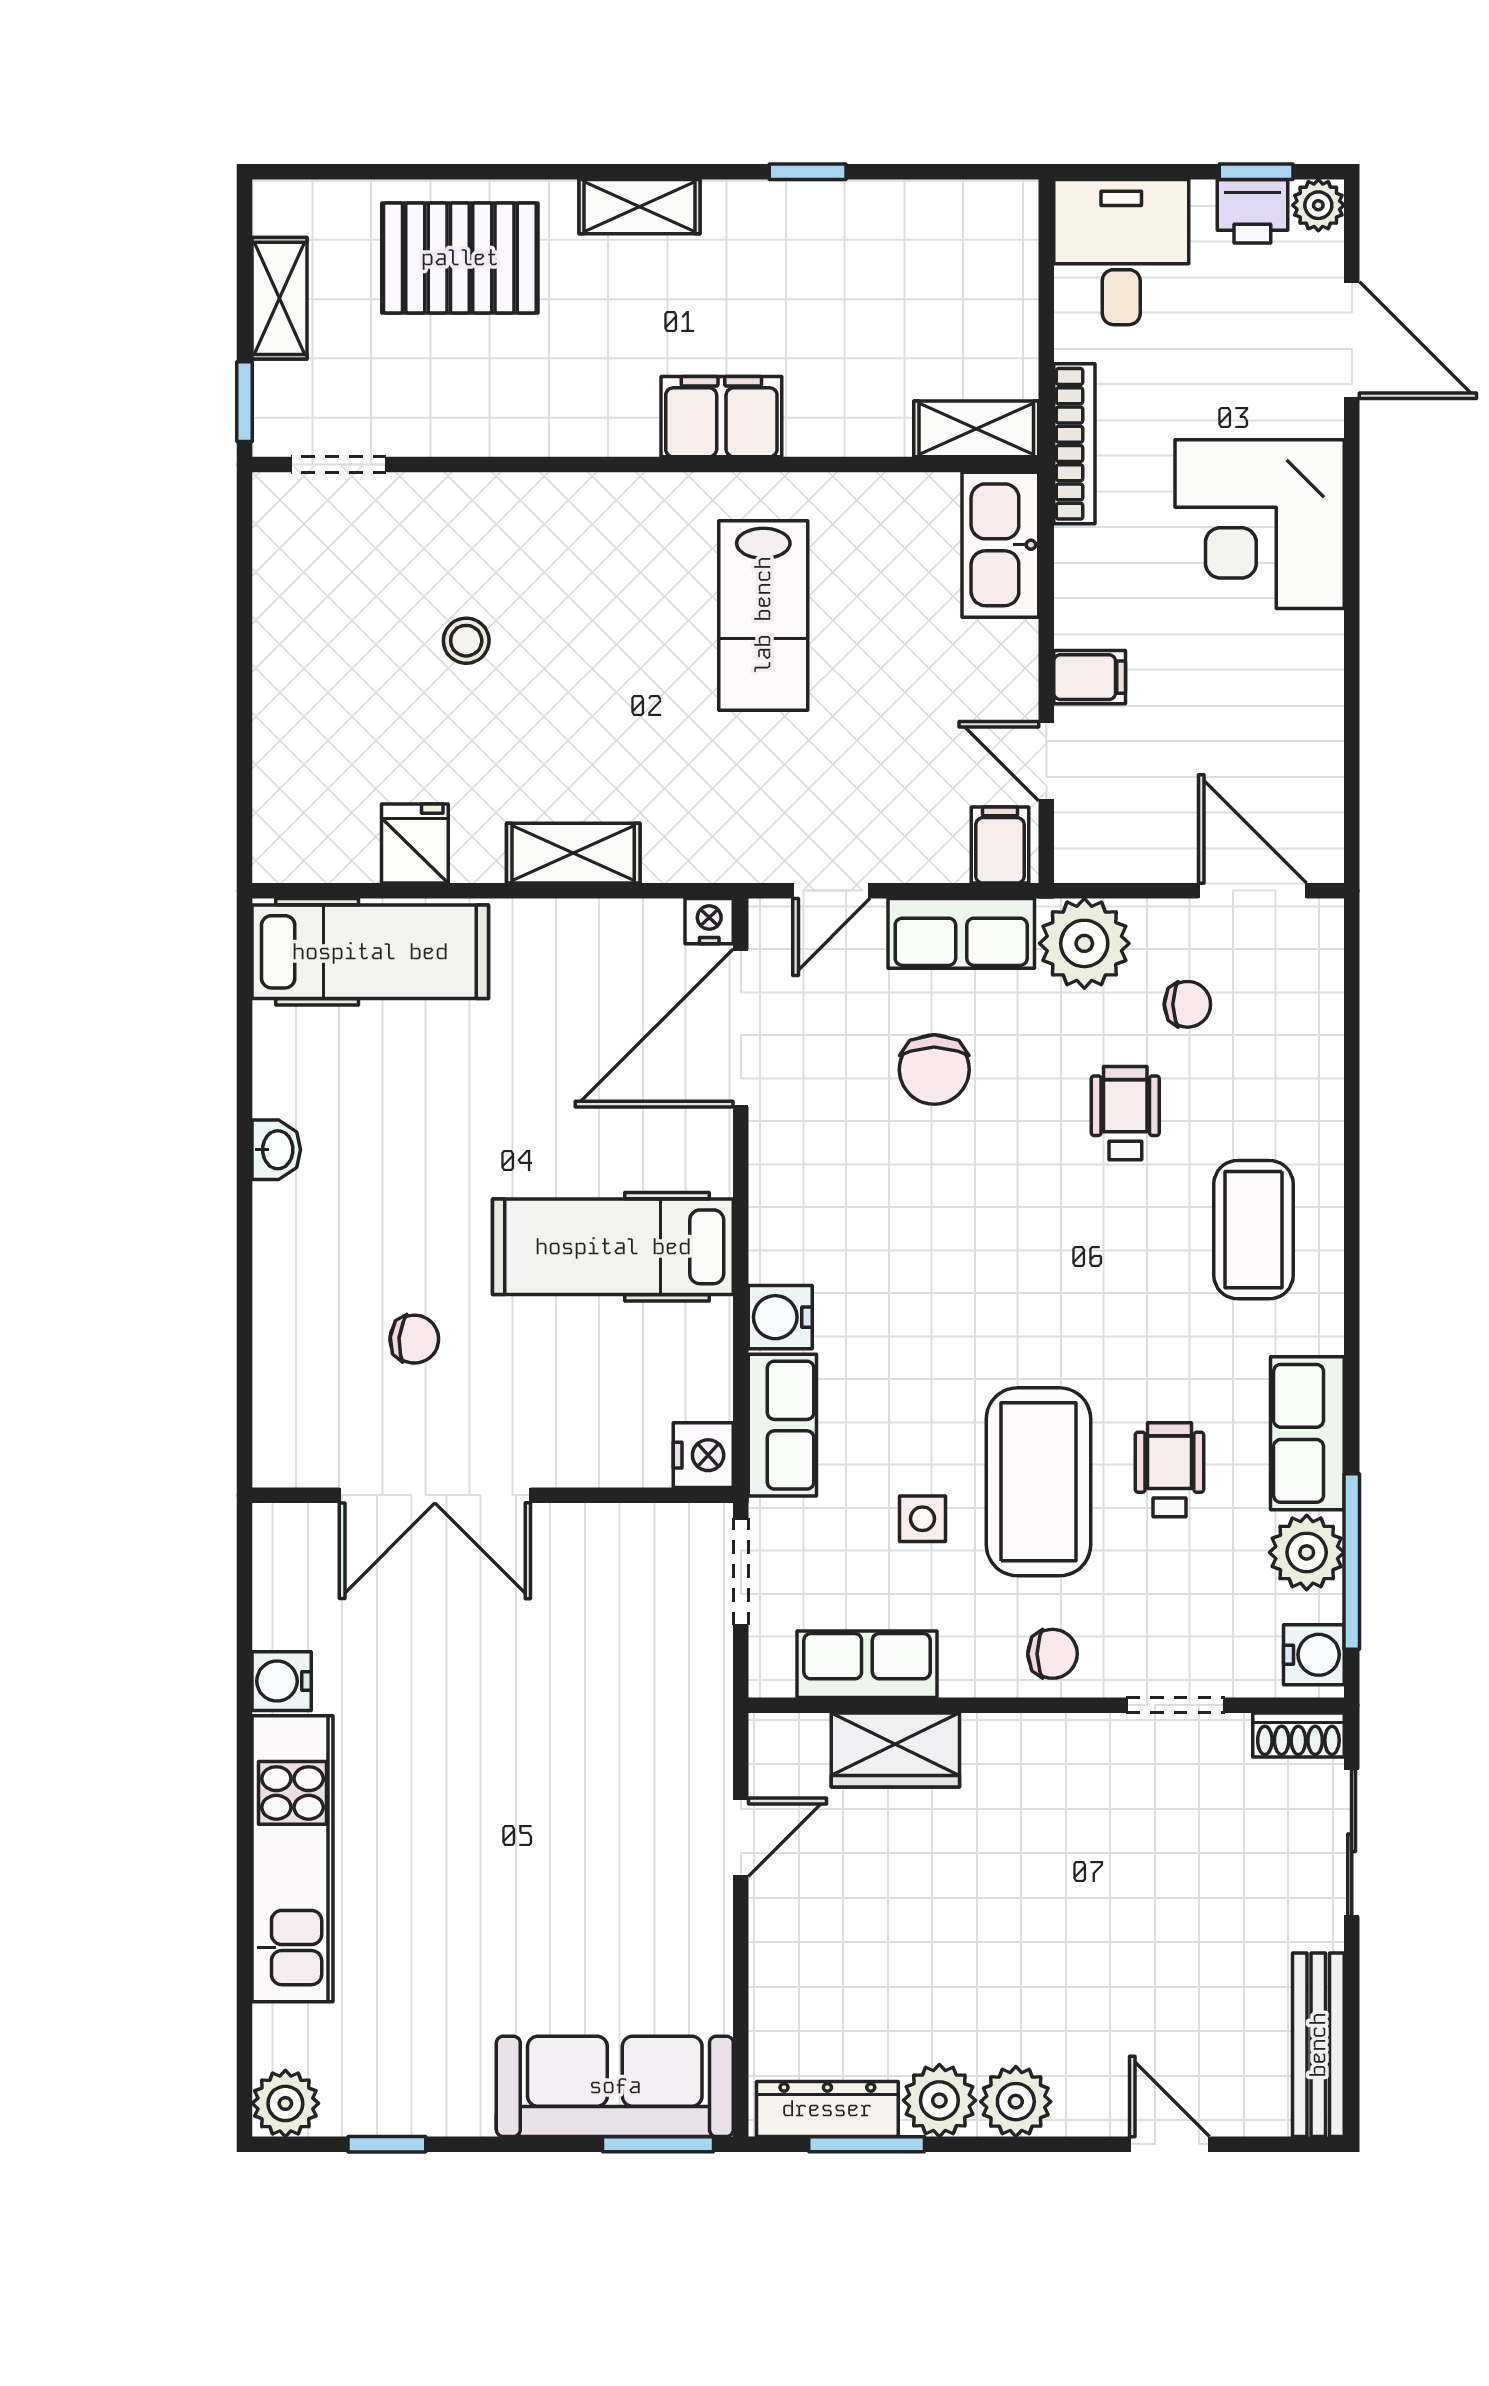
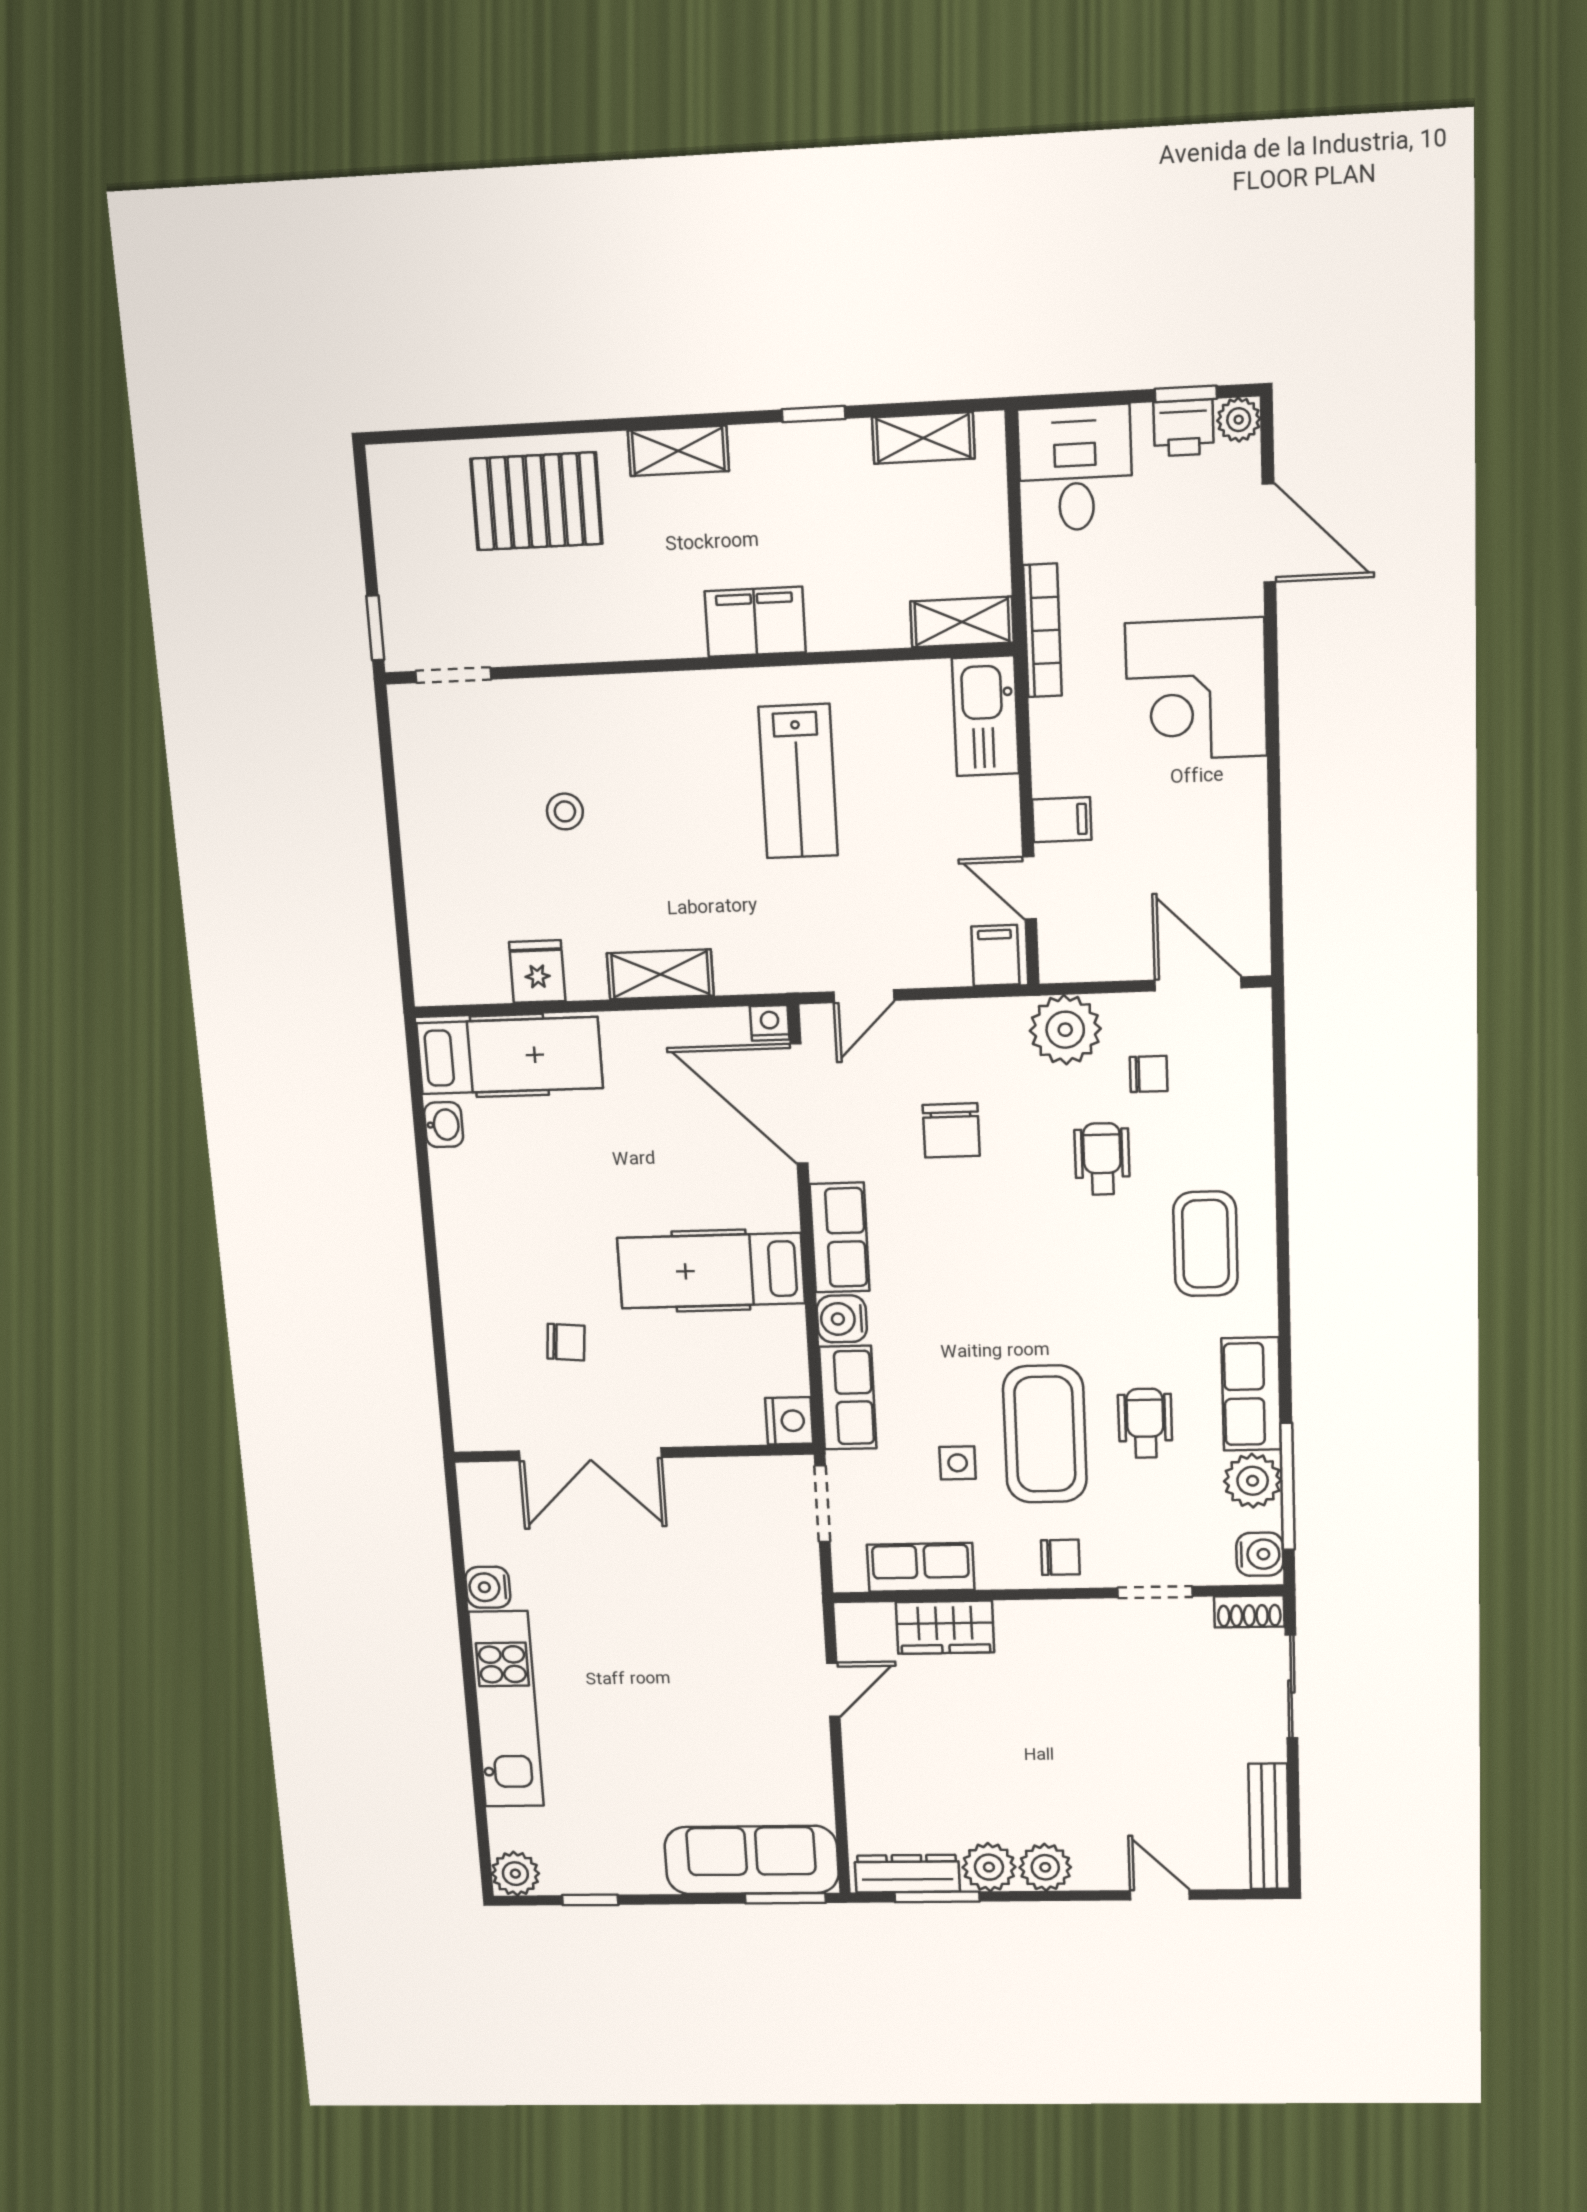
shelving: (280, 298) -> (923, 438), moved, turned 90
row of seats: (961, 933) -> (840, 1238), moved, turned -90
door: (741, 1028) -> (799, 1104), hinge flipped
washbasin: (276, 1150) -> (444, 1125), moved

